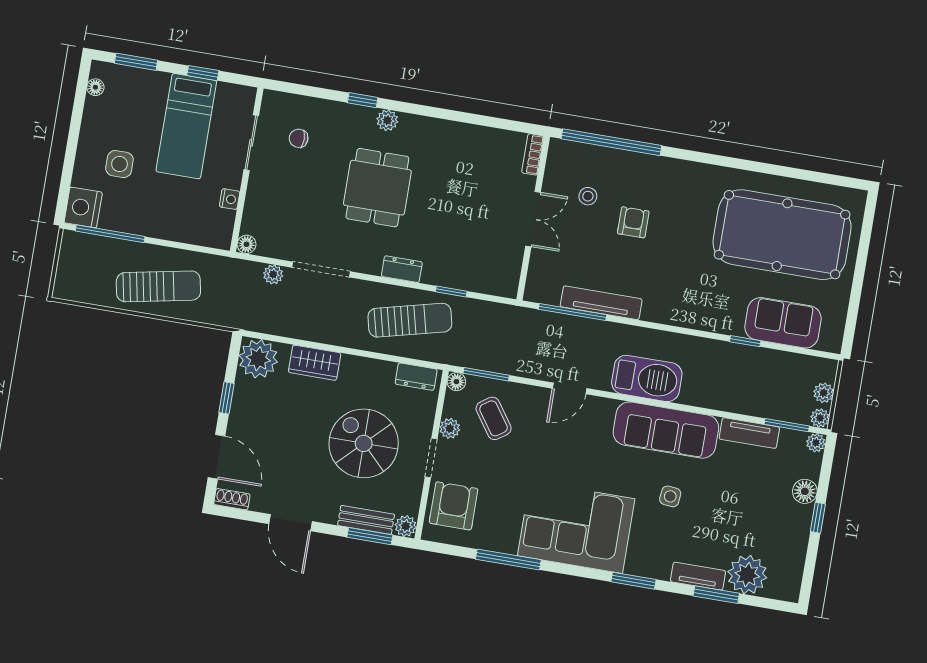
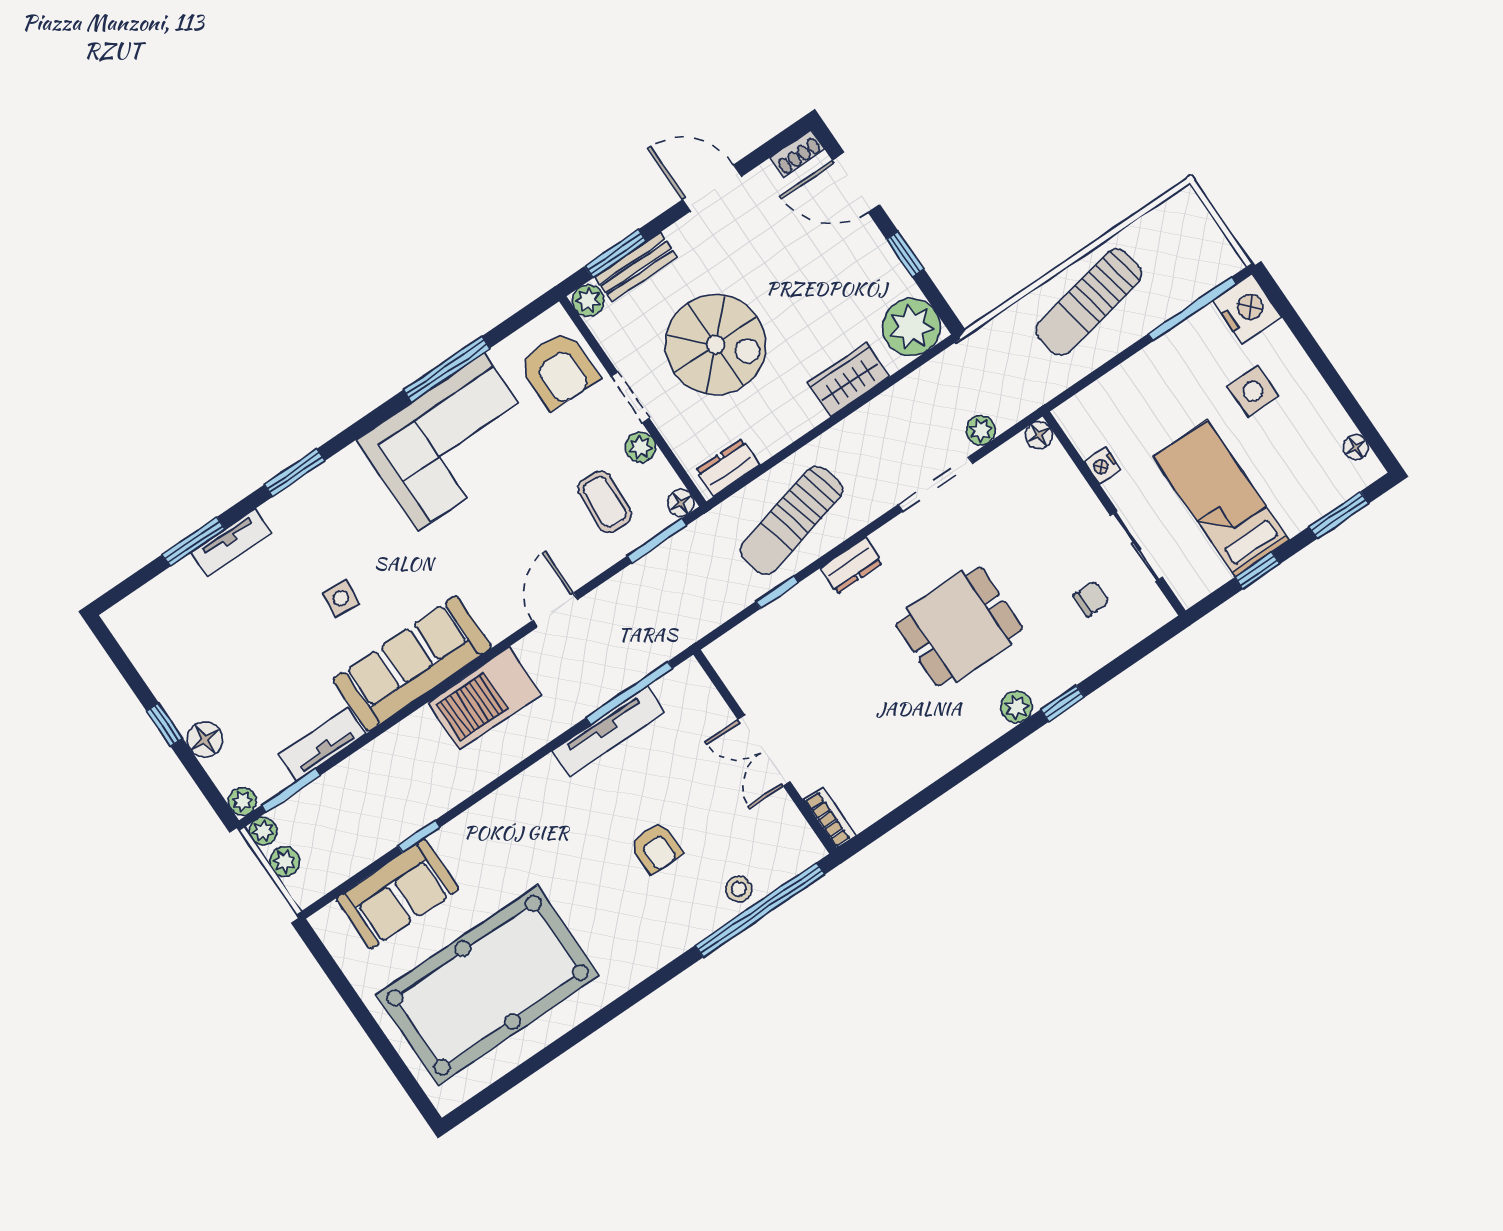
dining table: (377, 188) -> (959, 627), turned 90
stool: (588, 196) -> (739, 889), moved
coffee table: (494, 418) -> (605, 502), turned 38
corner sofa: (576, 527) -> (451, 442), moved
plant: (747, 575) -> (181, 594), removed

